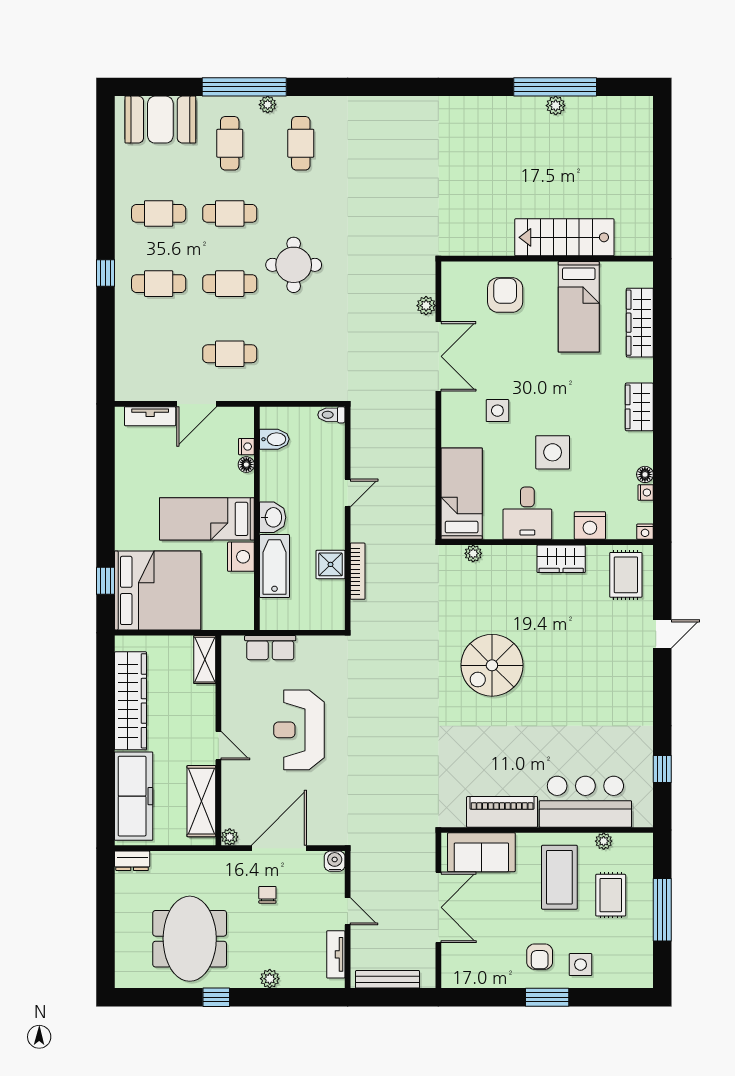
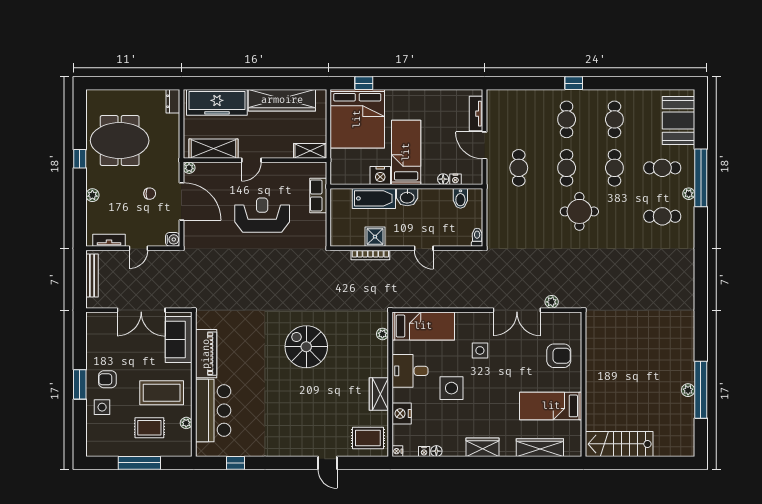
stairs: (564, 237) -> (619, 444), moved, turned -90

